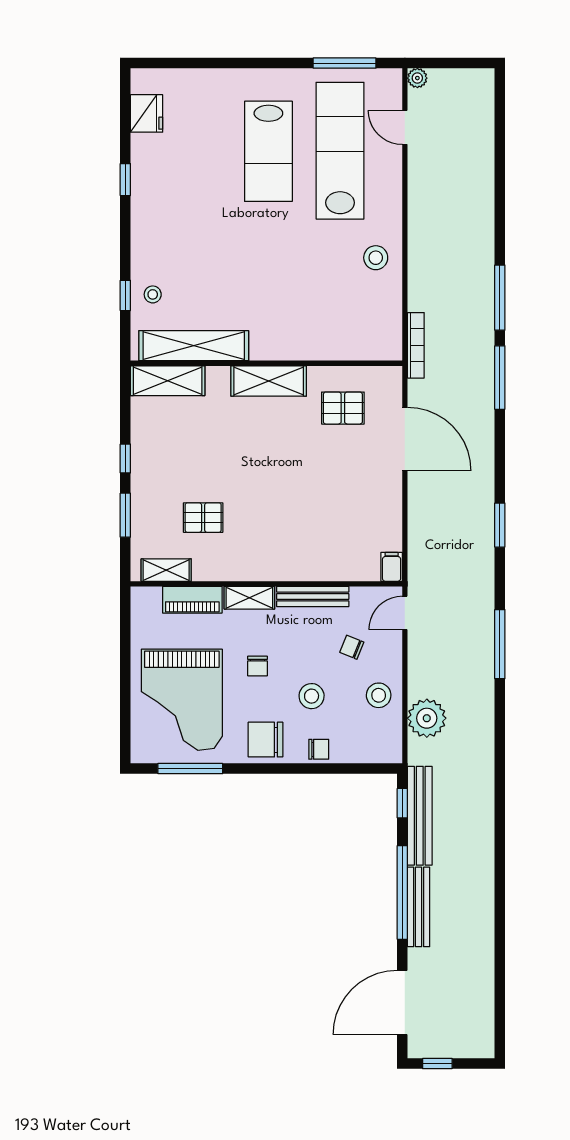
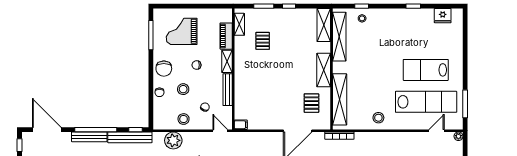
shelving: (335, 345) -> (340, 99), added
grand piano: (182, 700) -> (182, 31), width x0.73, depth x0.68
chair: (265, 740) -> (164, 69), turned 180

